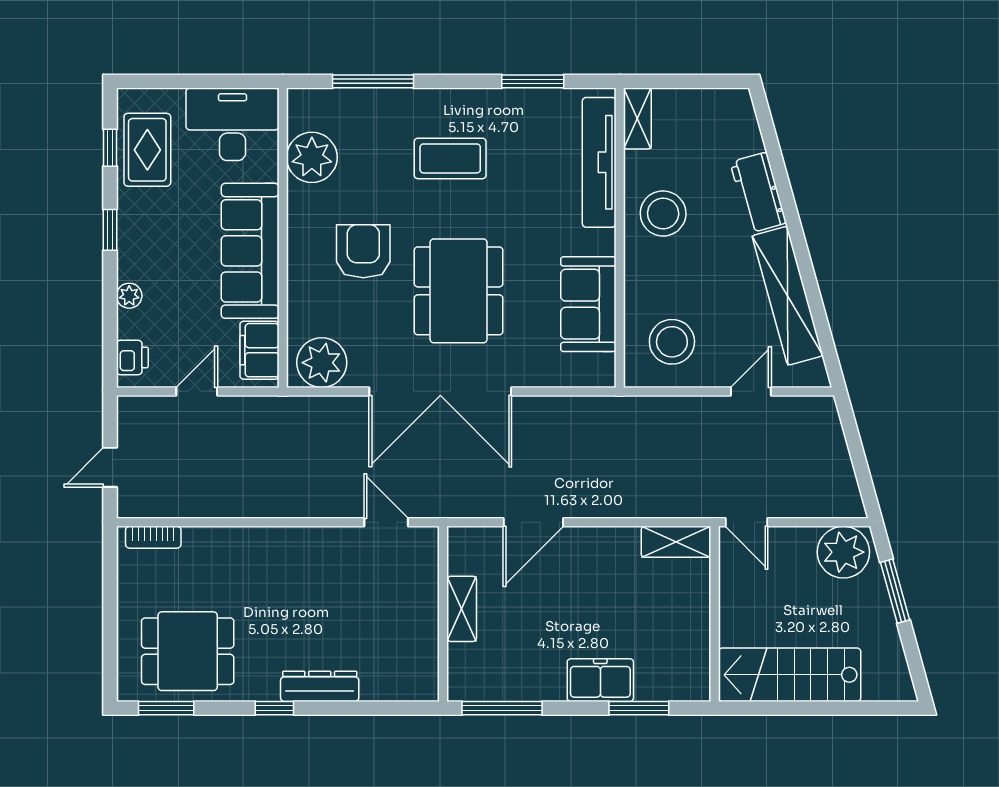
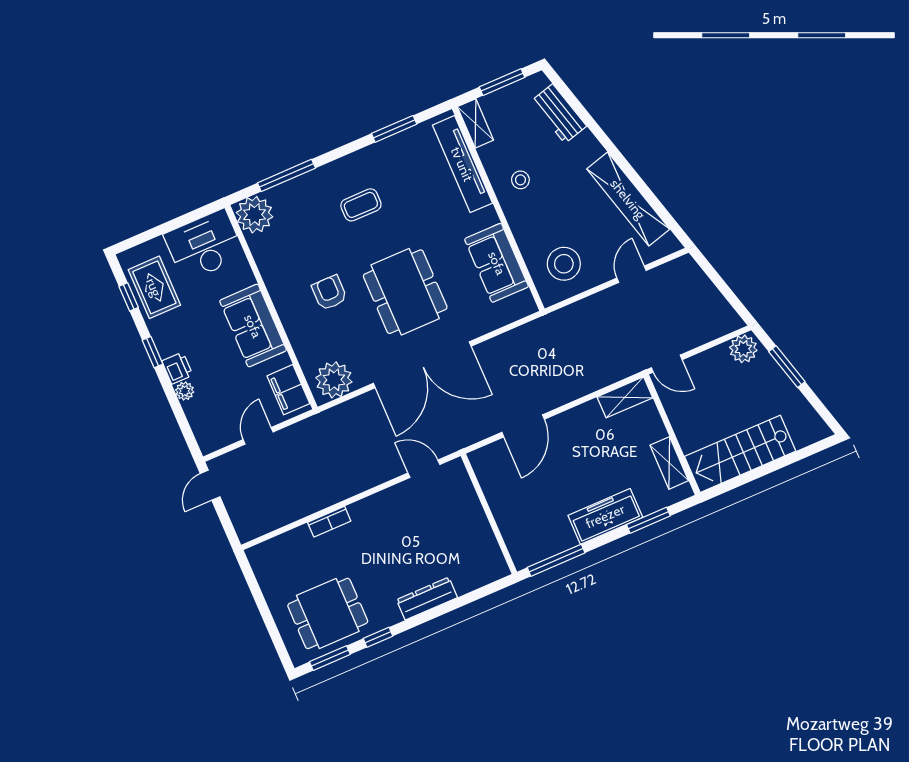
window: (693, 81) -> (502, 82), added
plant: (312, 157) -> (255, 215), moved
coffee table: (450, 158) -> (361, 205), width x0.73, depth x0.77
workbench: (758, 193) -> (559, 114), moved
stool: (663, 213) -> (520, 180), width x0.53, depth x0.53
sofa: (250, 251) -> (253, 326), width x0.73
armchair: (363, 251) -> (329, 293), width x0.72, depth x0.72
printer: (132, 357) -> (177, 368), moved
door: (110, 467) -> (210, 485), moved
bookcase: (153, 537) -> (329, 522), moved
plant: (843, 552) -> (743, 349), width x0.73, depth x0.73
shelving: (462, 609) -> (669, 463), moved
freezer: (600, 680) -> (605, 516), width x1.40
window: (274, 708) -> (378, 637), moved

